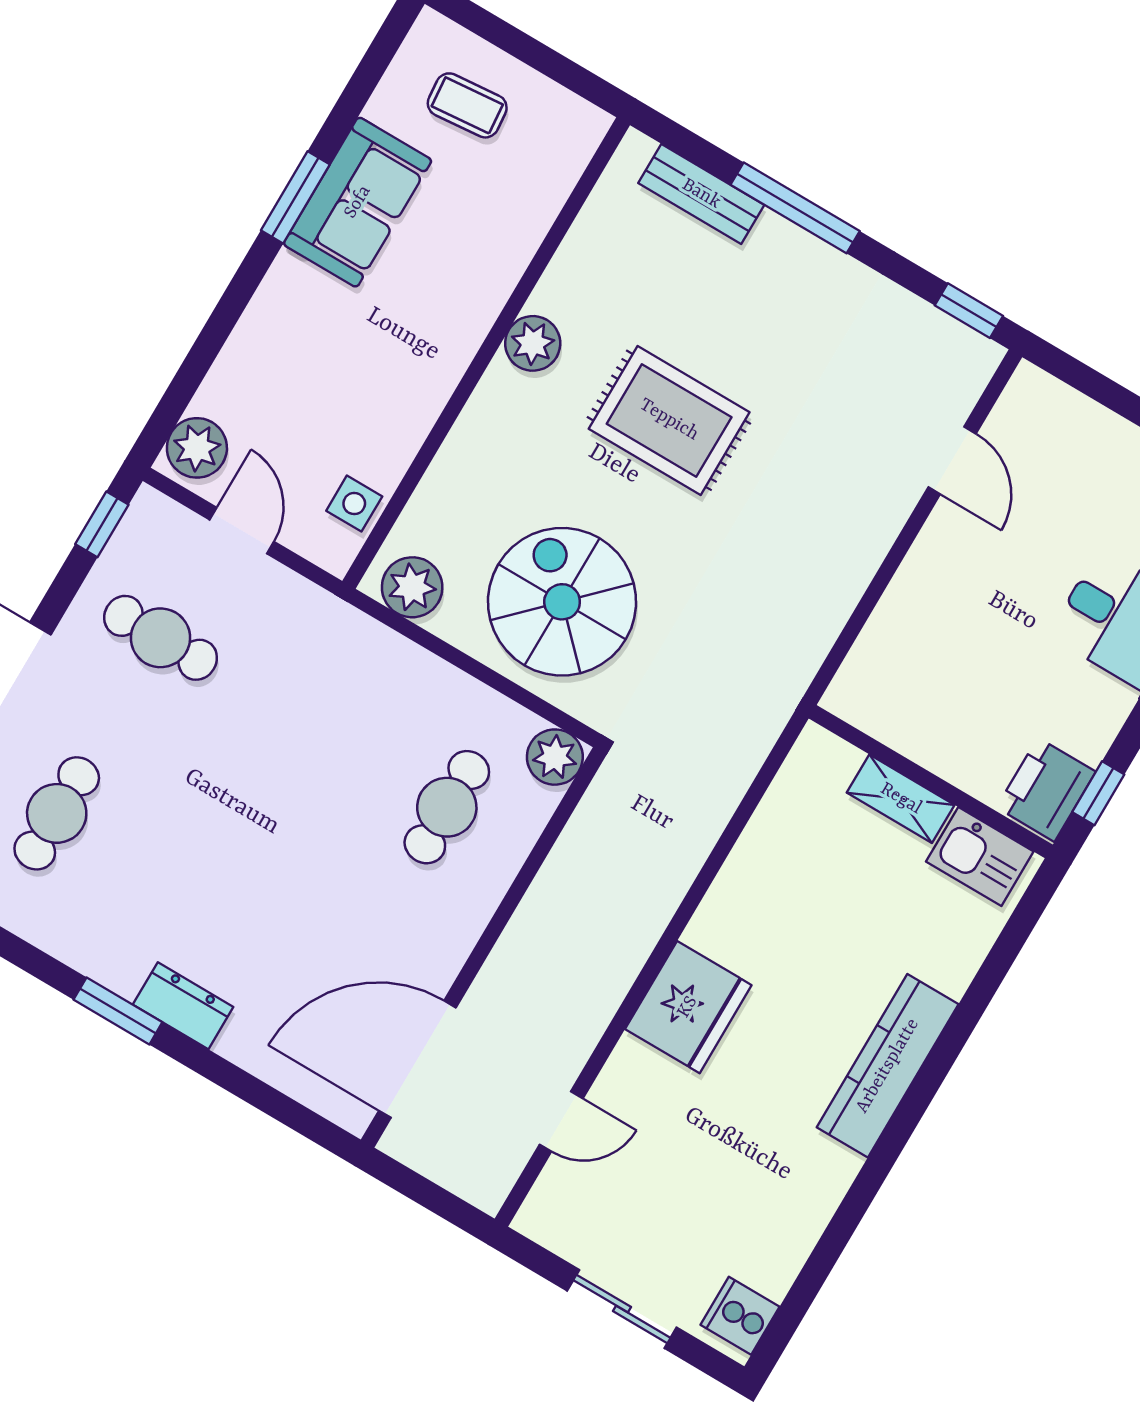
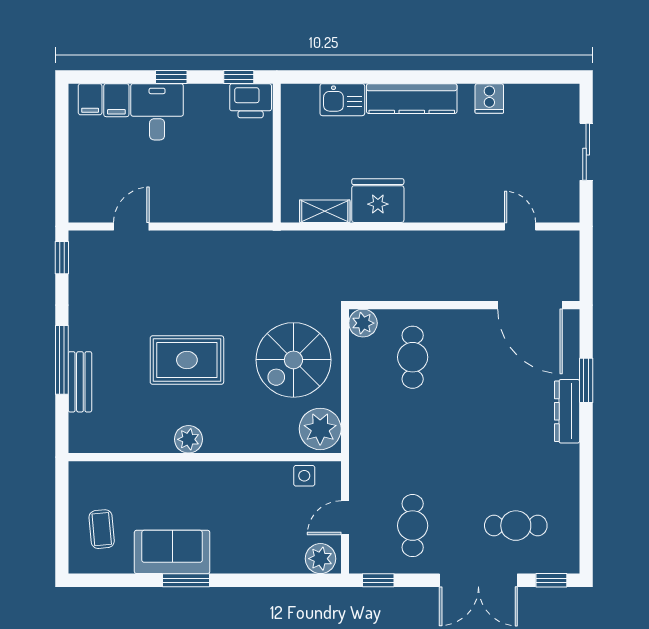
bench: (701, 194) -> (80, 382), moved
rug: (669, 420) -> (187, 360), turned 90
plant: (412, 587) -> (320, 429), width x1.36, depth x1.36
shelving: (901, 799) -> (325, 211), moved, turned 90
cafe table: (447, 807) -> (413, 357), turned 90
kitchen sink: (980, 857) -> (342, 100), moved, turned 90
dresser: (183, 1006) -> (567, 411), width x1.44
fridge: (688, 1007) -> (378, 201), moved
window: (118, 1011) -> (586, 380), moved
cooker: (740, 1316) -> (489, 99), moved

